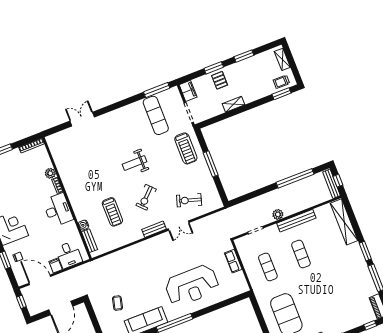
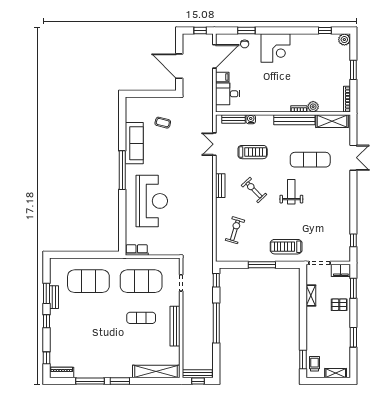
window: (214, 68) -> (353, 288), moved
window: (157, 90) -> (353, 240), width x0.46
shelving: (234, 104) -> (311, 296), moved
exercise mat: (156, 115) -> (310, 160), moved
shelving: (57, 151) -> (332, 121), added
window: (295, 178) -> (216, 323), moved
bench: (69, 186) -> (294, 120), added
window: (241, 200) -> (216, 280), added
desk: (58, 210) -> (275, 100), removed
treadmill: (112, 212) -> (253, 152), turned 180
plant: (278, 214) -> (188, 310), removed
double door: (179, 226) -> (214, 144), moved
row of seats: (233, 261) -> (137, 250), moved
exercise mat: (268, 267) -> (141, 281), width x2.00, depth x1.45
reception desk: (192, 285) -> (152, 201), turned 180

